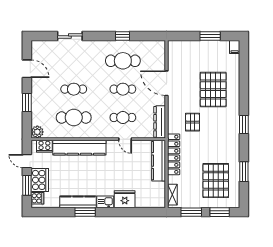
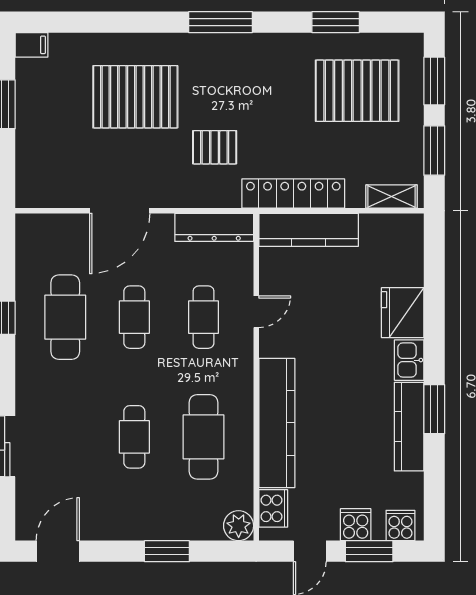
door: (27, 69) -> (58, 551), moved
window: (244, 124) -> (220, 22), width x1.44
cooker: (40, 180) -> (356, 525), width x0.53, depth x0.76

